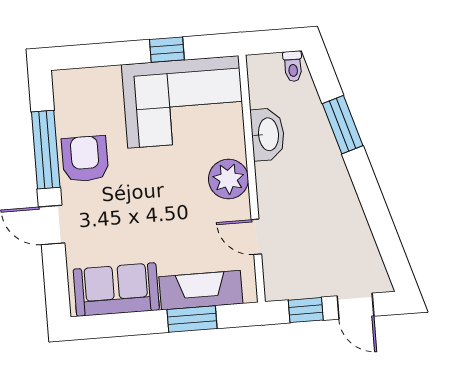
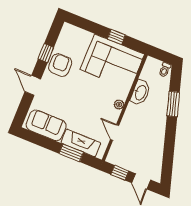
window: (46, 150) -> (46, 53), width x0.46
plant: (228, 179) -> (119, 104), width x0.53, depth x0.53

